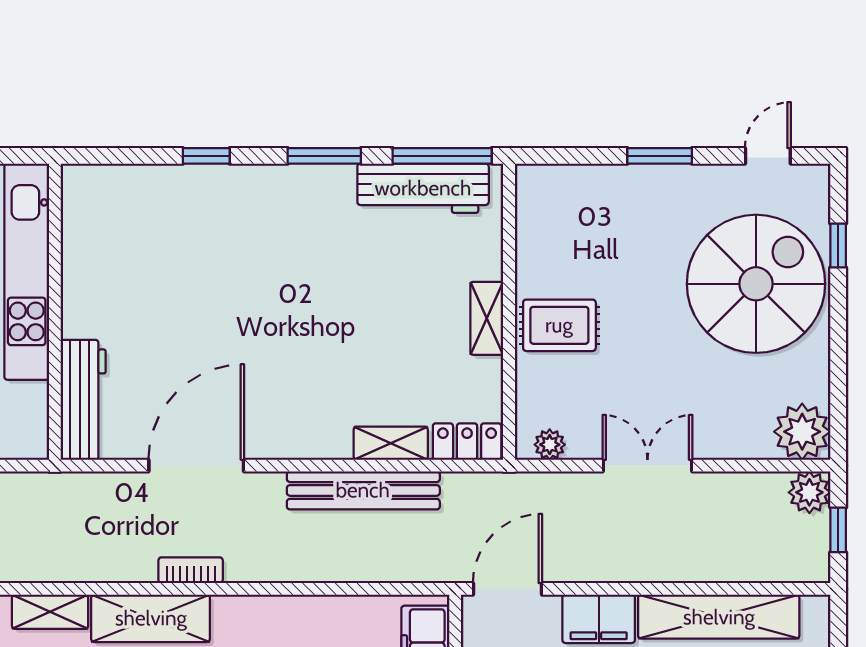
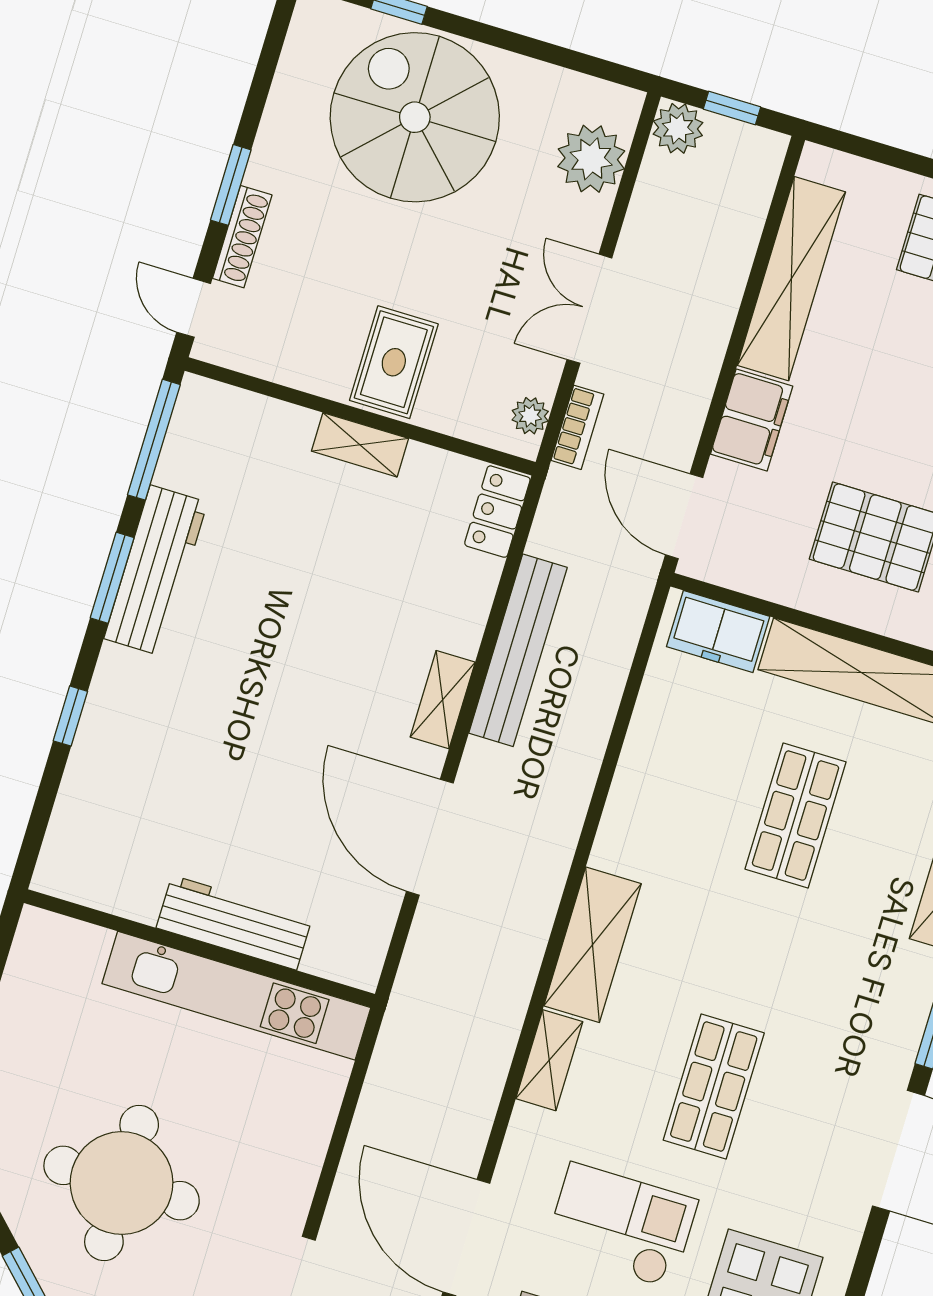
door: (768, 156) -> (194, 308), moved
shoe rack: (622, 177) -> (242, 237), added
workbench: (423, 188) -> (156, 570), moved
kitchen unit: (27, 272) -> (236, 996), moved
workbench: (83, 400) -> (234, 923), moved
plant: (802, 432) -> (591, 159), moved
shelving: (391, 443) -> (443, 700), moved
bookcase: (191, 570) -> (577, 427), moved, turned 180

